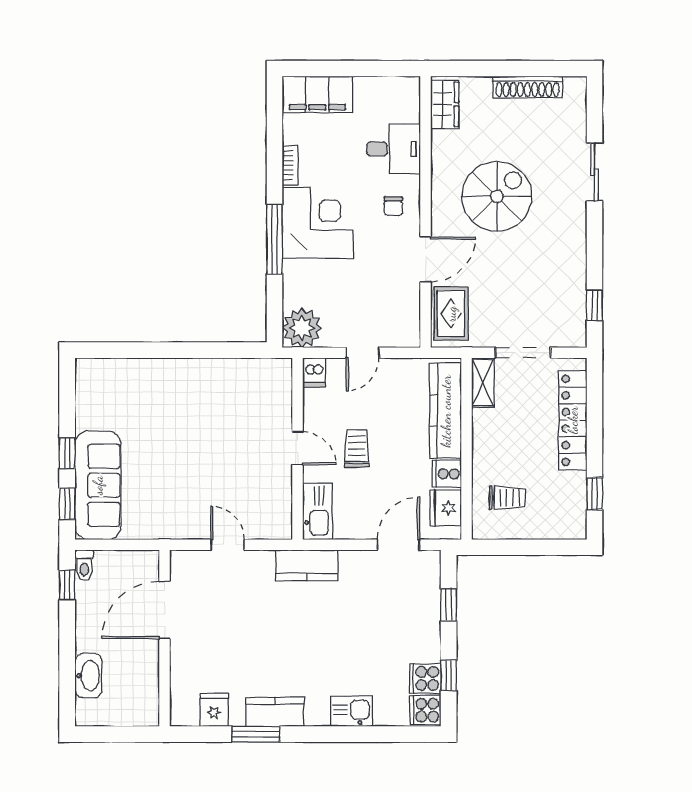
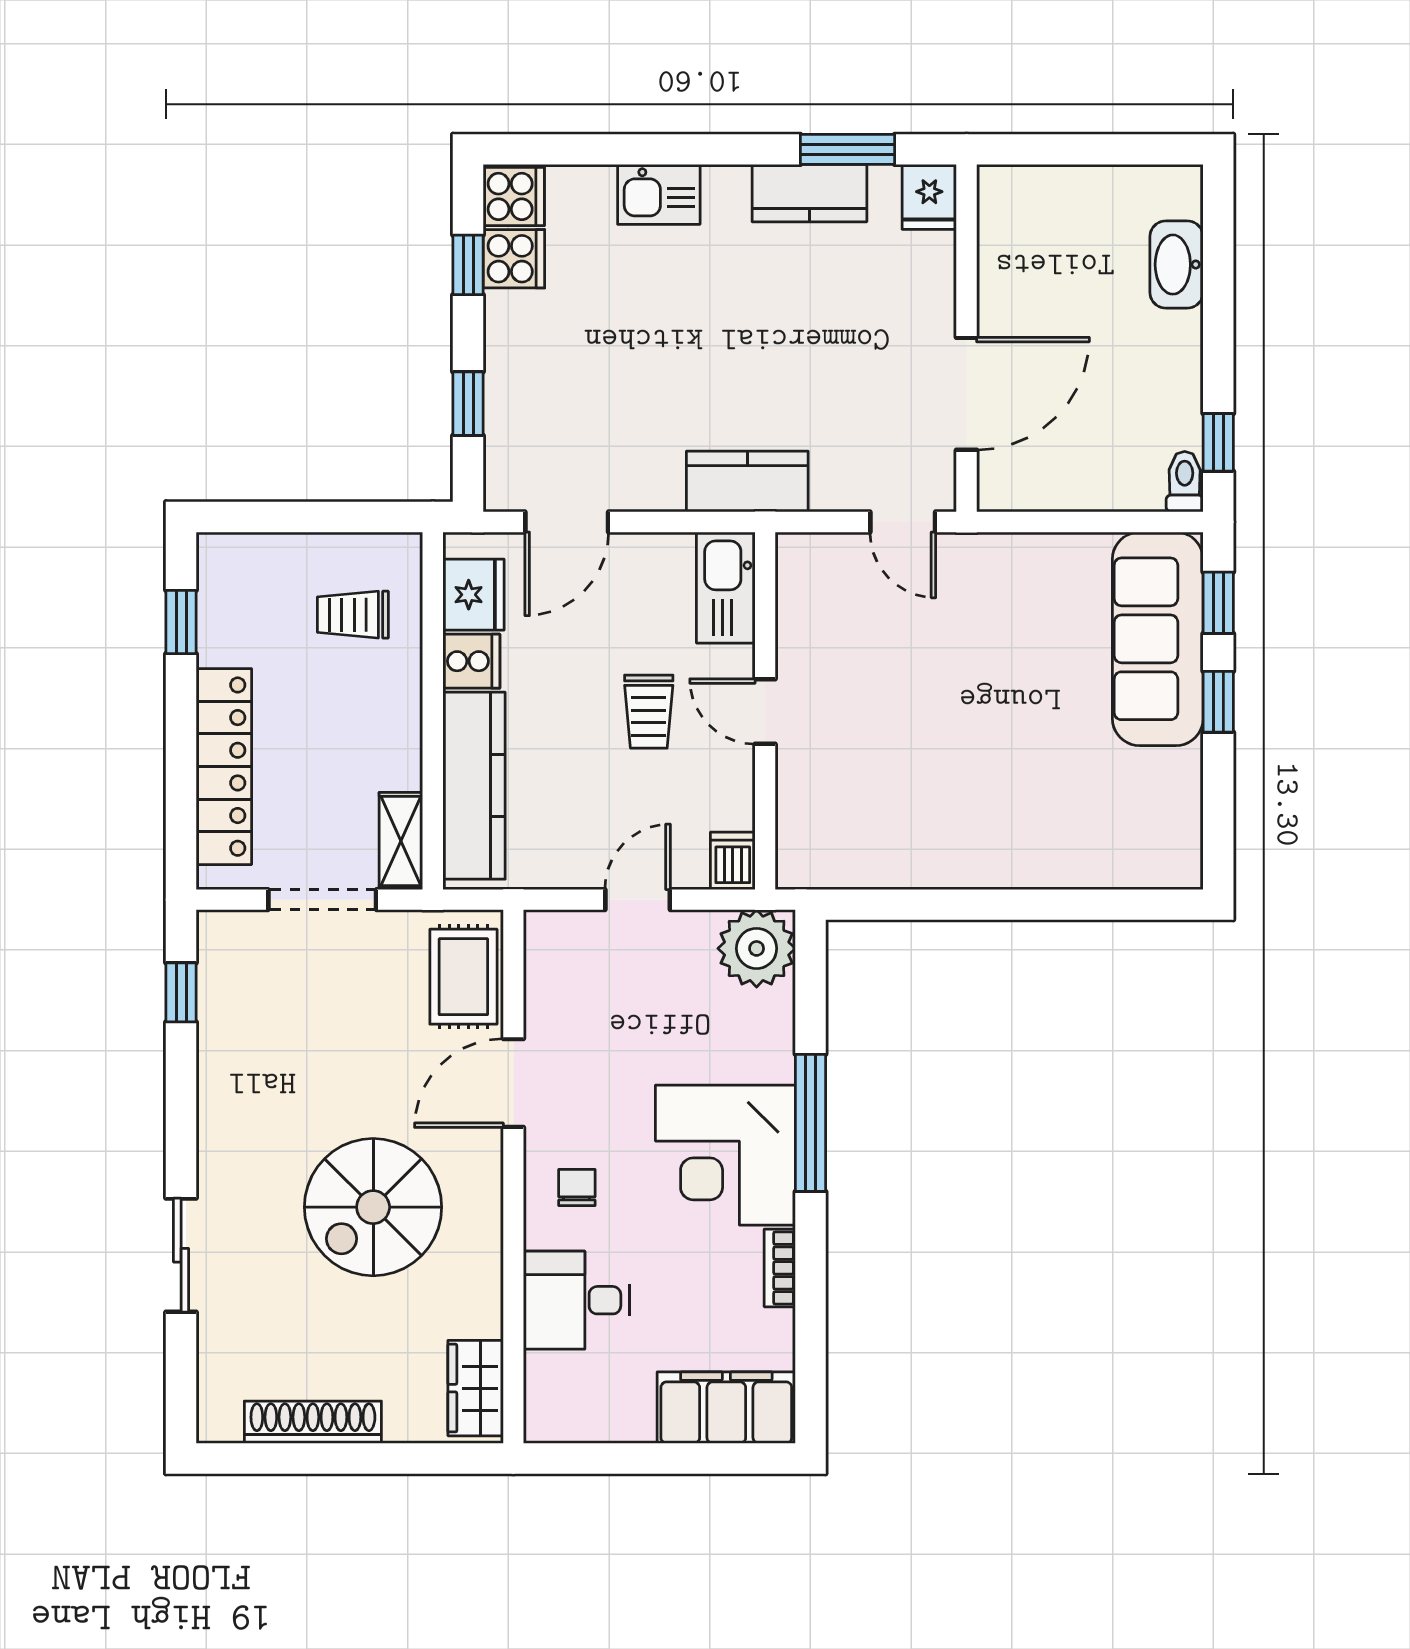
door: (164, 610) -> (967, 394), moved
wall: (164, 638) -> (967, 338), moved

